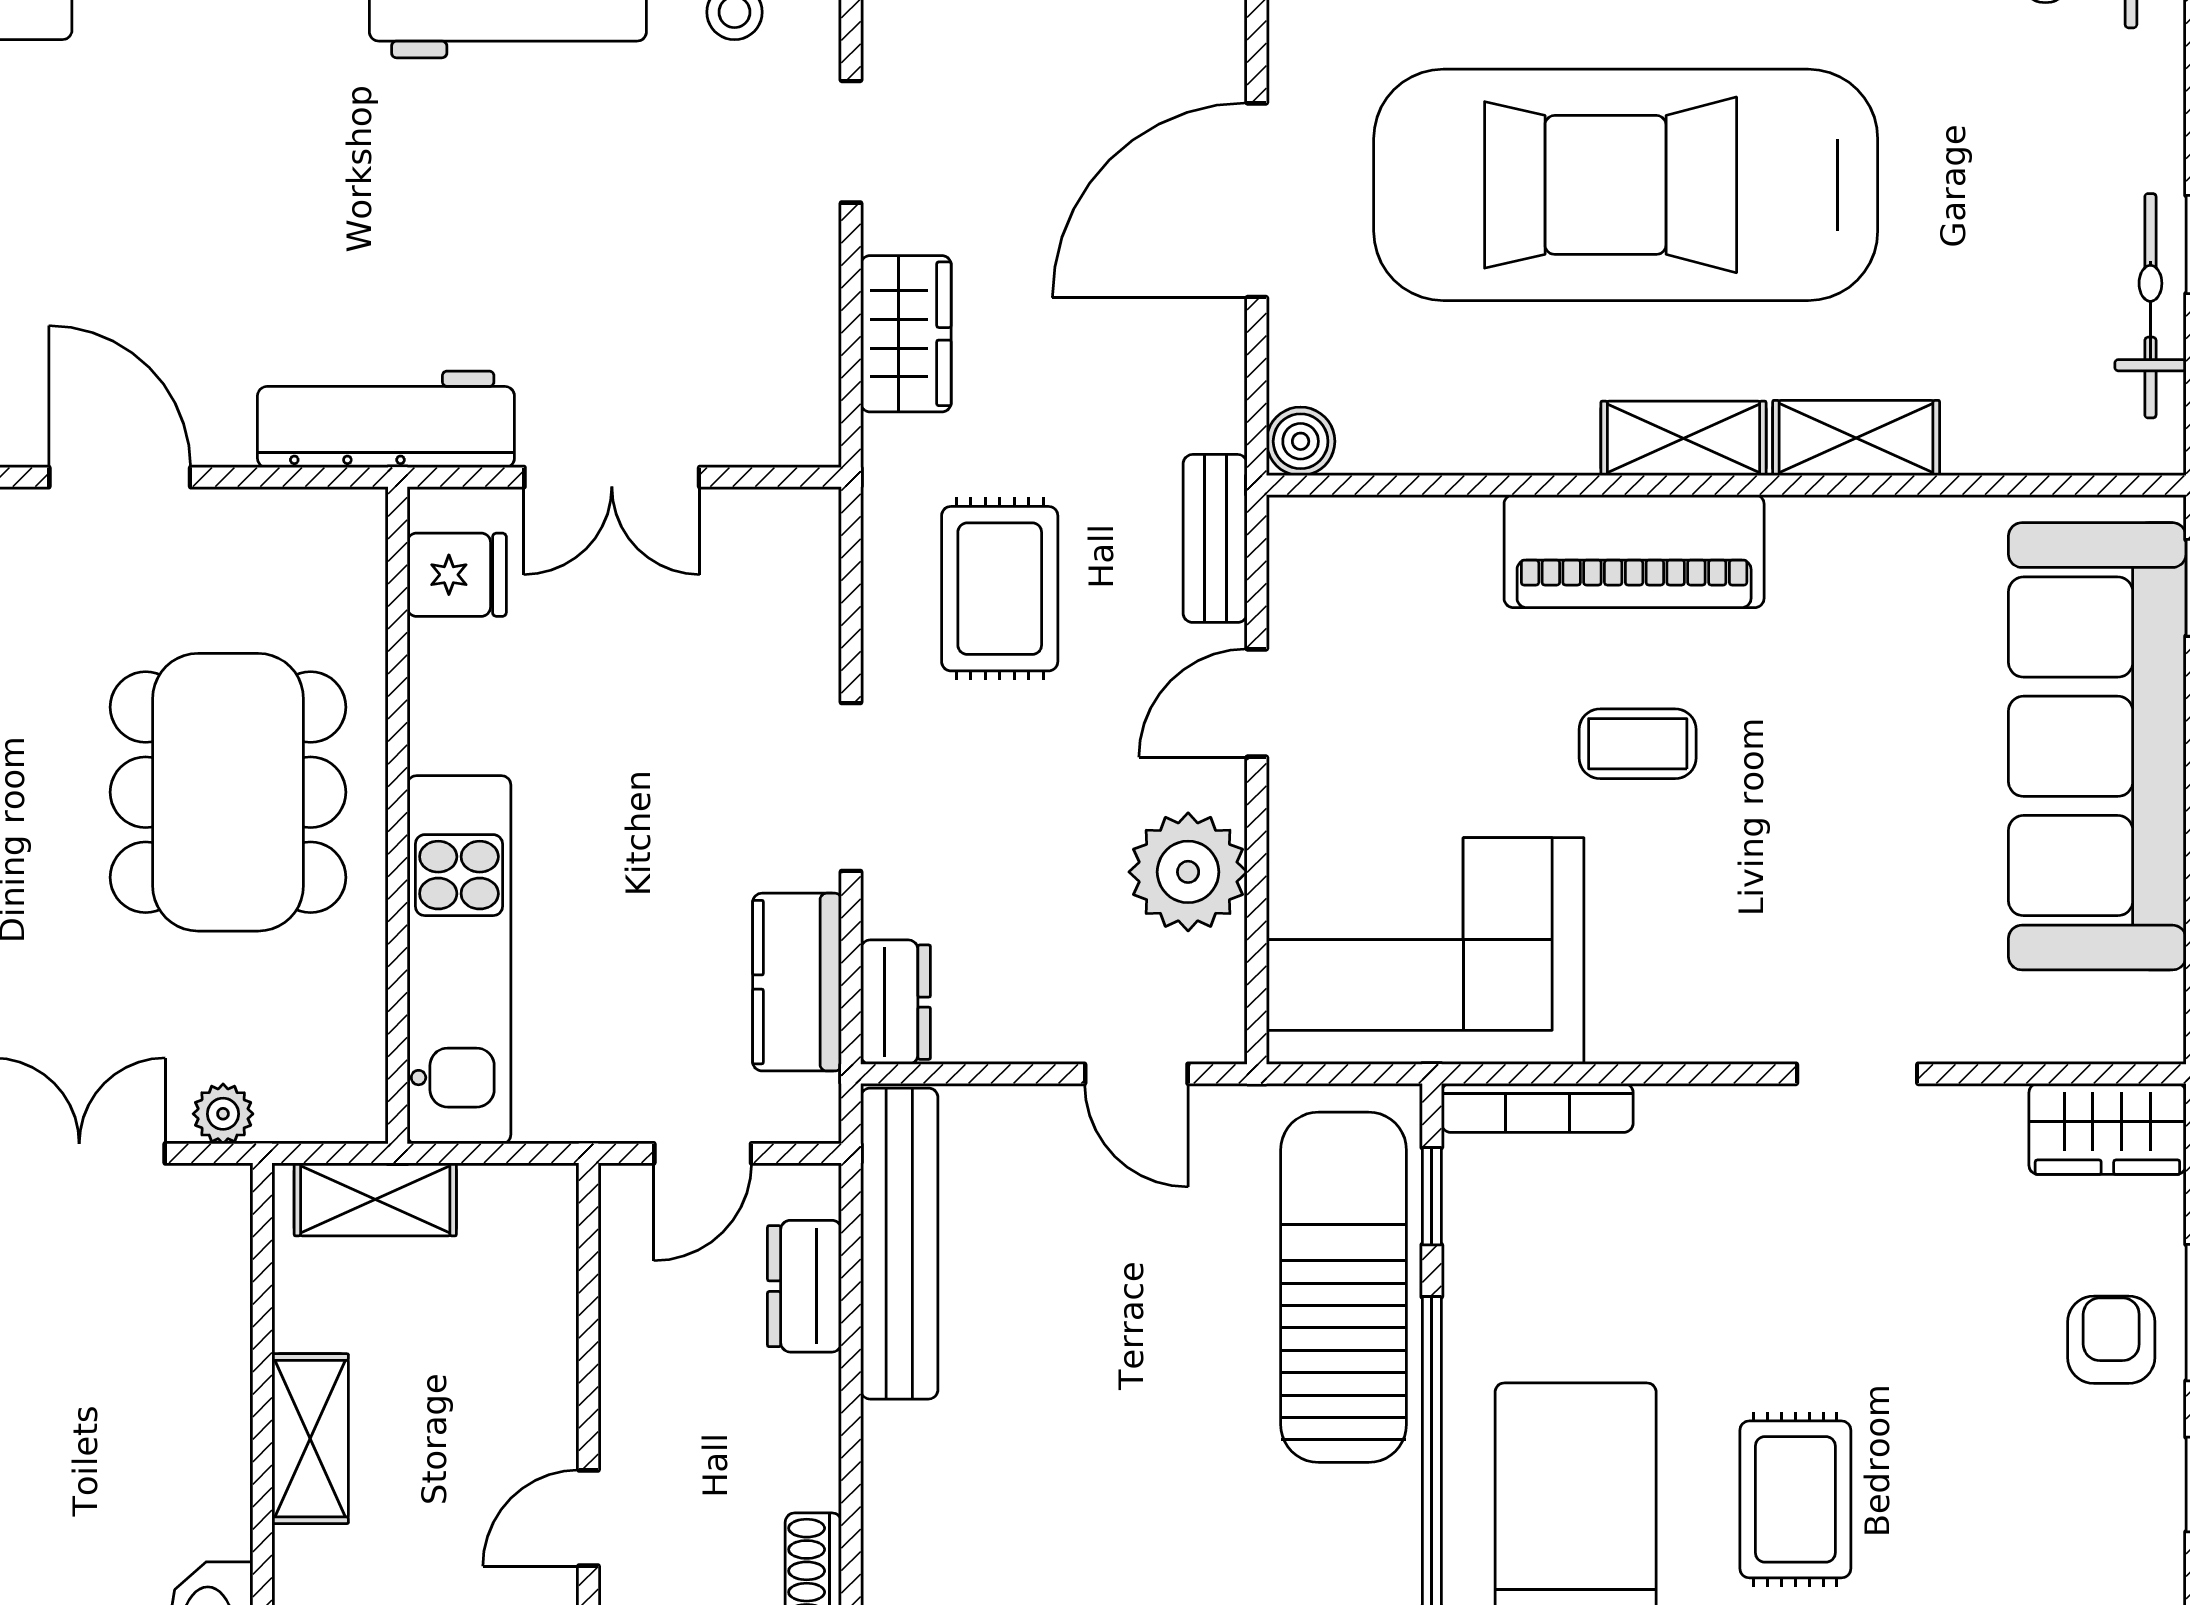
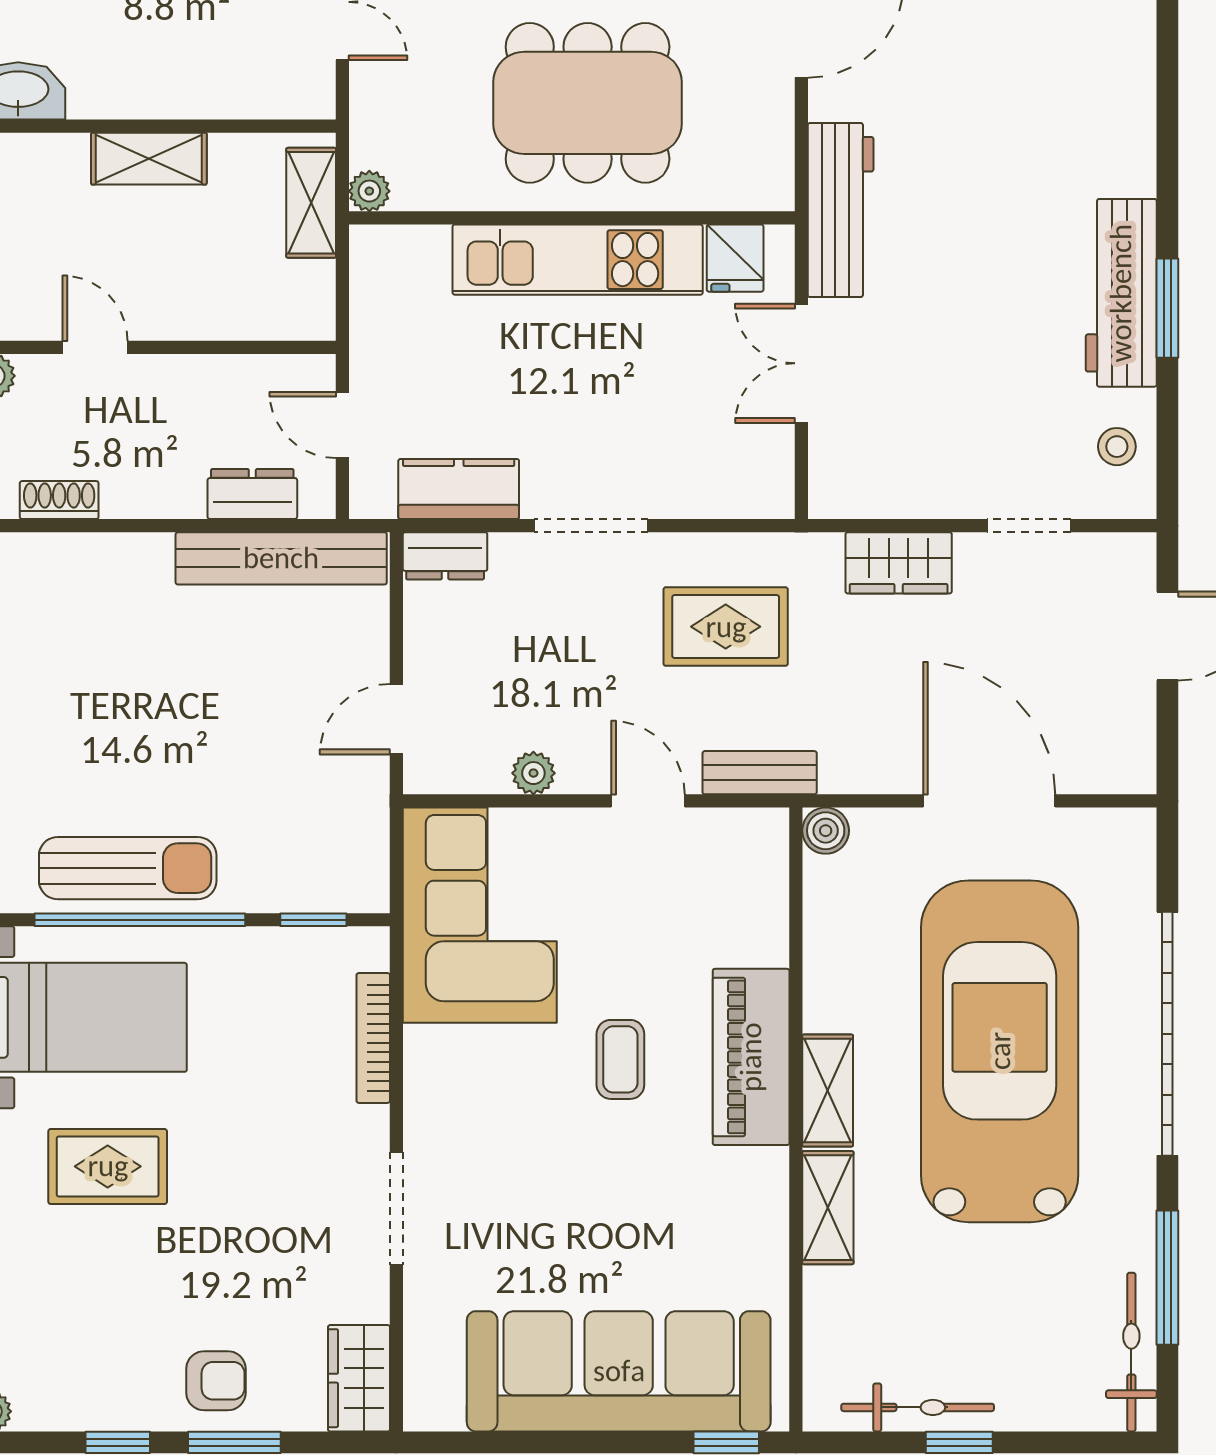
plant: (1188, 872) -> (533, 773), width x0.53, depth x0.53
kitchen unit: (459, 960) -> (578, 260), moved
doorway: (1857, 1074) -> (396, 1208), width x1.38
bookcase: (1537, 1108) -> (373, 1038), moved
plant: (223, 1114) -> (369, 191), moved
sun lounger: (1344, 1287) -> (128, 868), moved, width x0.73, depth x0.75

